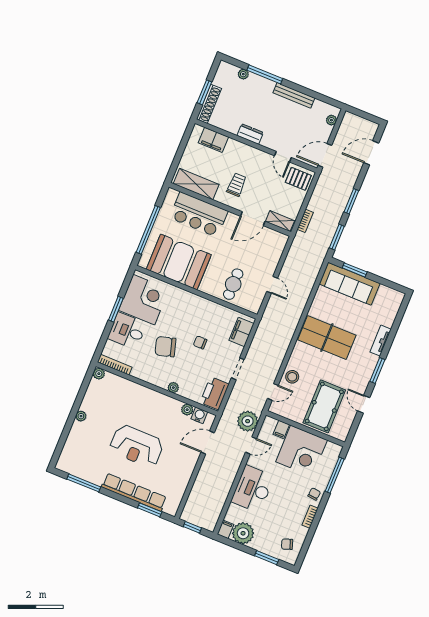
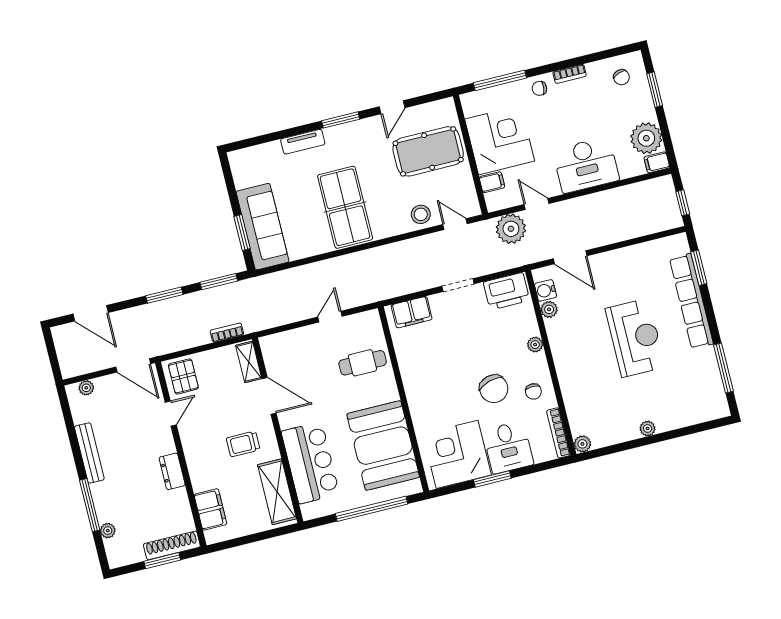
chair: (200, 342) -> (533, 391), moved

